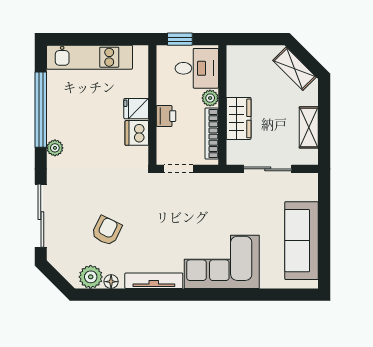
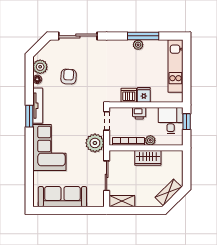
desk: (197, 68) -> (171, 121), moved, turned 180
window: (41, 110) -> (143, 36), width x0.68
wardrobe: (239, 118) -> (148, 158), moved
shelving: (309, 127) -> (122, 201), moved
plant: (55, 148) -> (138, 45), moved
plant: (214, 188) -> (95, 143), added
armchair: (107, 231) -> (69, 77), turned -113
window: (171, 295) -> (29, 116), added

